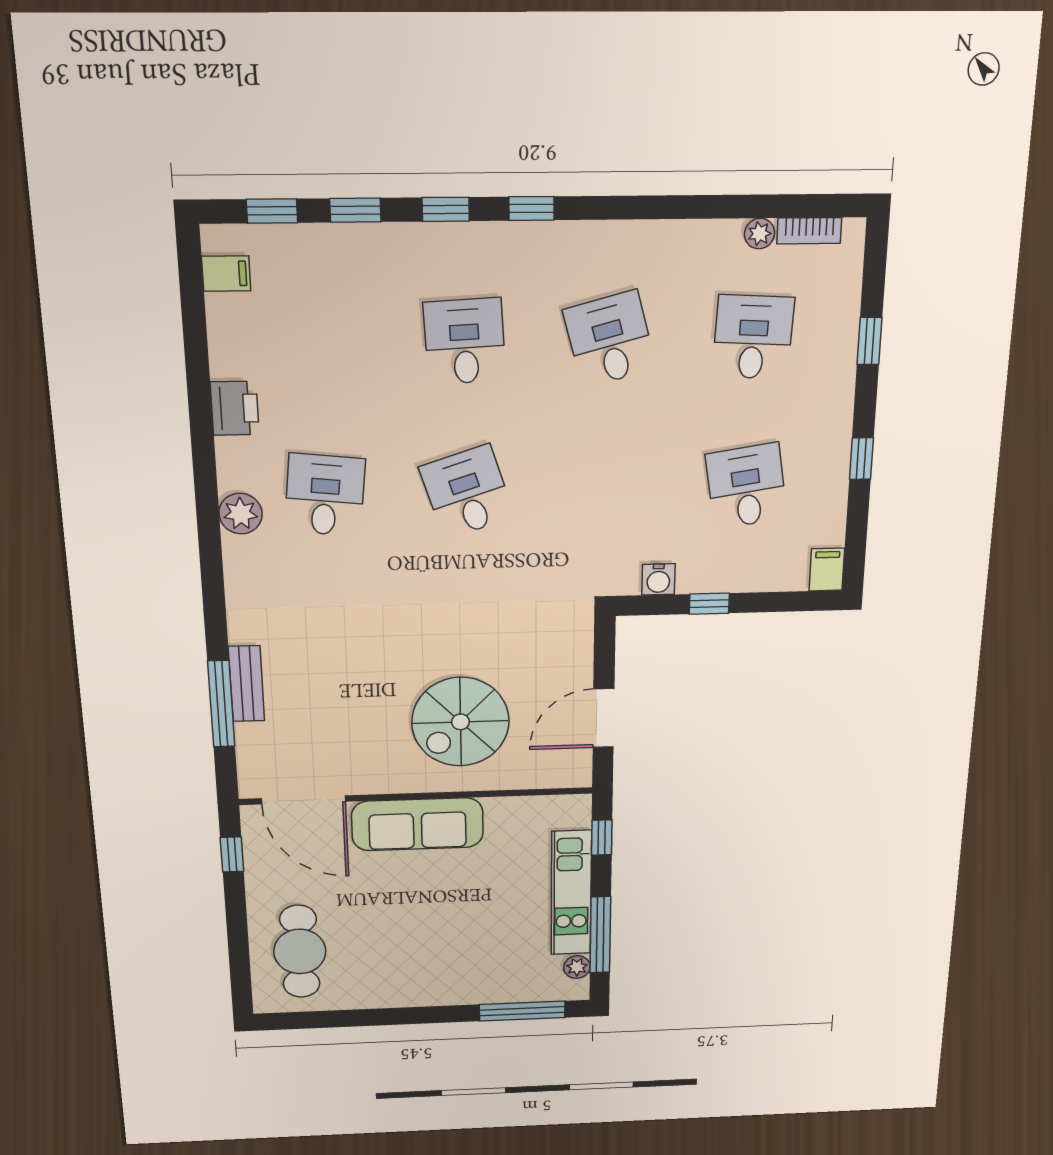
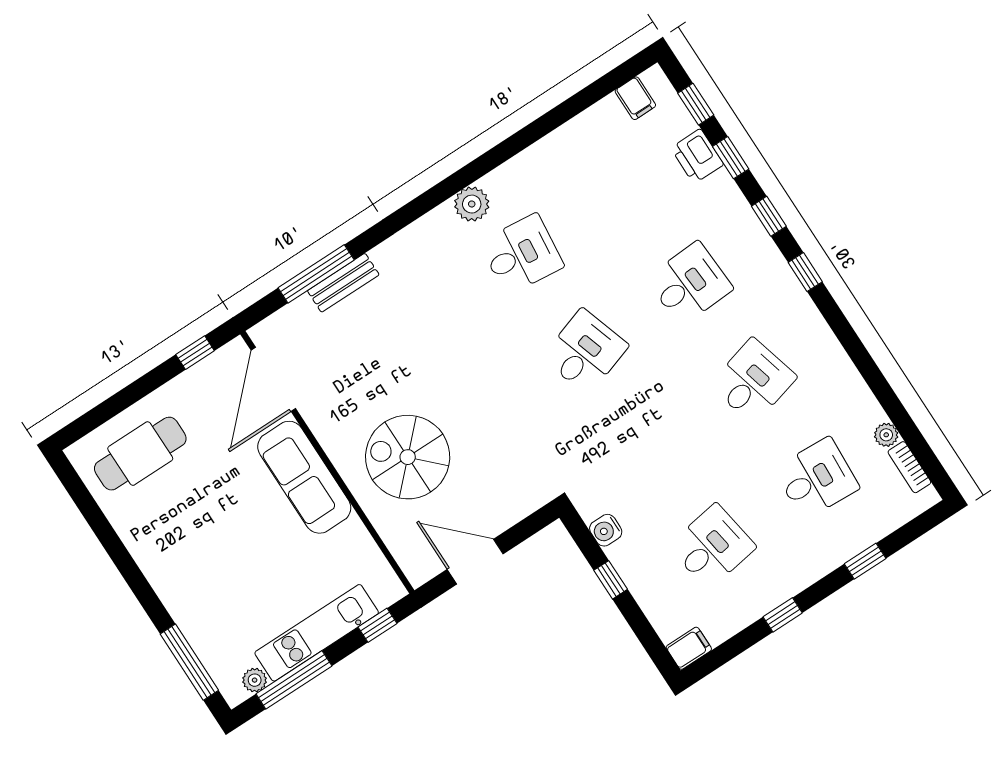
printer: (235, 408) -> (697, 156), moved, turned 90

